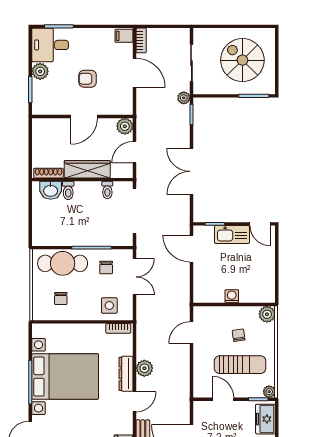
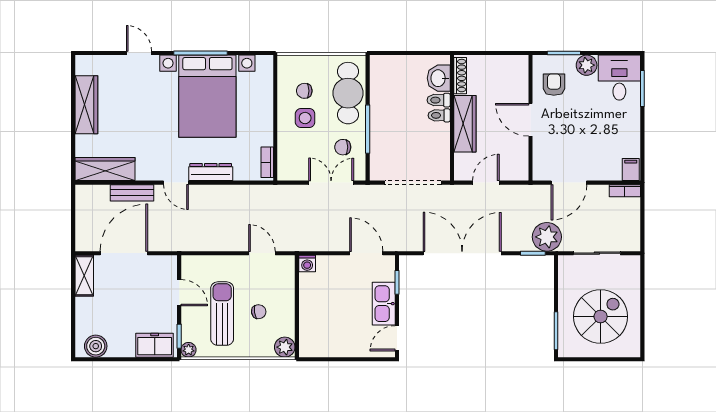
door: (135, 73) -> (569, 183), moved
armchair: (88, 79) -> (554, 85), moved
plant: (184, 98) -> (547, 237), width x1.88, depth x1.88
plant: (125, 126) -> (518, 170), removed
door: (135, 152) -> (486, 183), hinge flipped
double door: (191, 171) -> (462, 253), width x1.36
toilet: (107, 190) -> (439, 115), moved
door: (191, 249) -> (366, 253), hinge flipped
double door: (135, 277) -> (331, 183), swing flipped
washing machine: (232, 296) -> (307, 263), moved, turned 90
side table: (109, 305) -> (305, 118), moved
sun lounger: (240, 365) -> (222, 314), turned 180
plant: (144, 368) -> (218, 195), removed
door: (223, 399) -> (179, 293), hinge flipped

